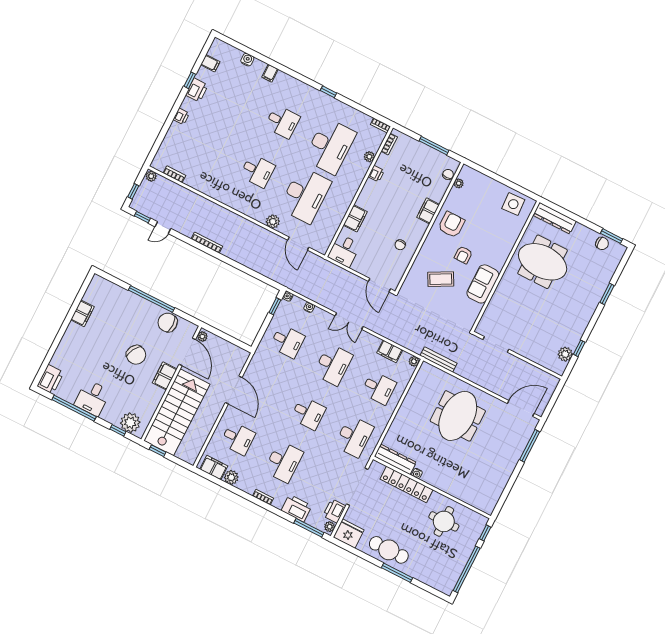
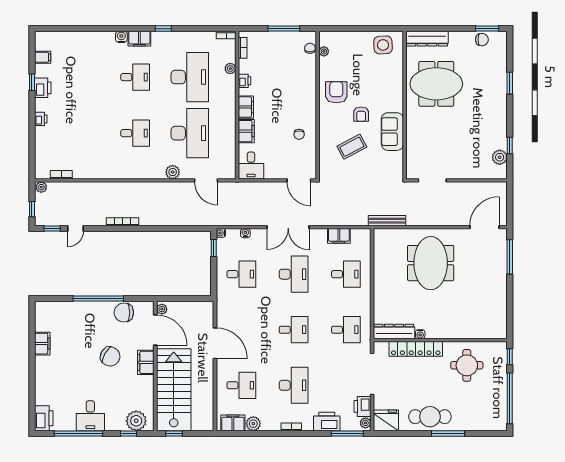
water cooler: (247, 60) -> (121, 37), moved
filing cabinet: (270, 73) -> (139, 39), moved, width x2.00
filing cabinet: (428, 211) -> (246, 107), moved, turned 180
double door: (349, 321) -> (288, 227), width x1.37
plant: (414, 361) -> (366, 234), removed
desk: (354, 436) -> (346, 330), width x0.73

